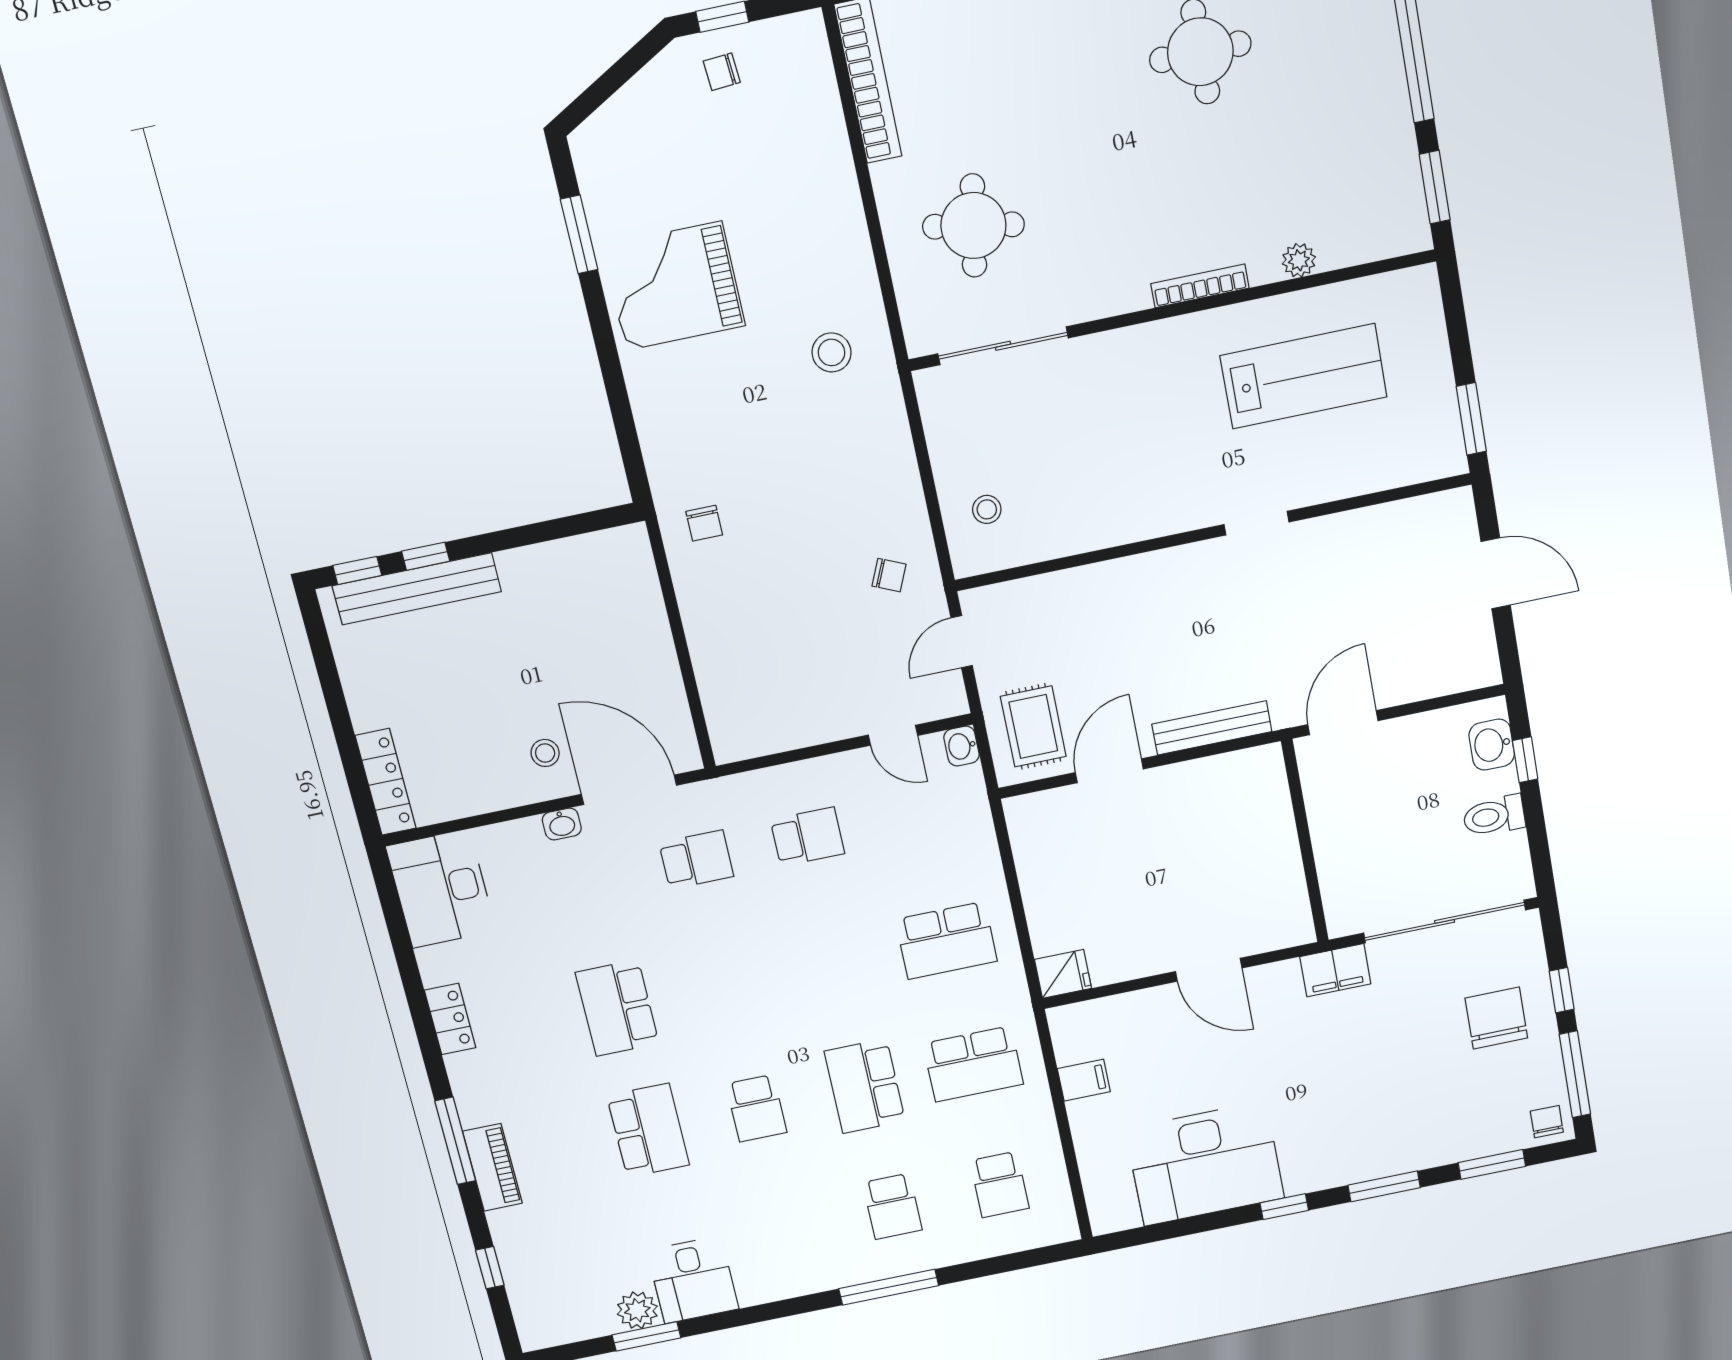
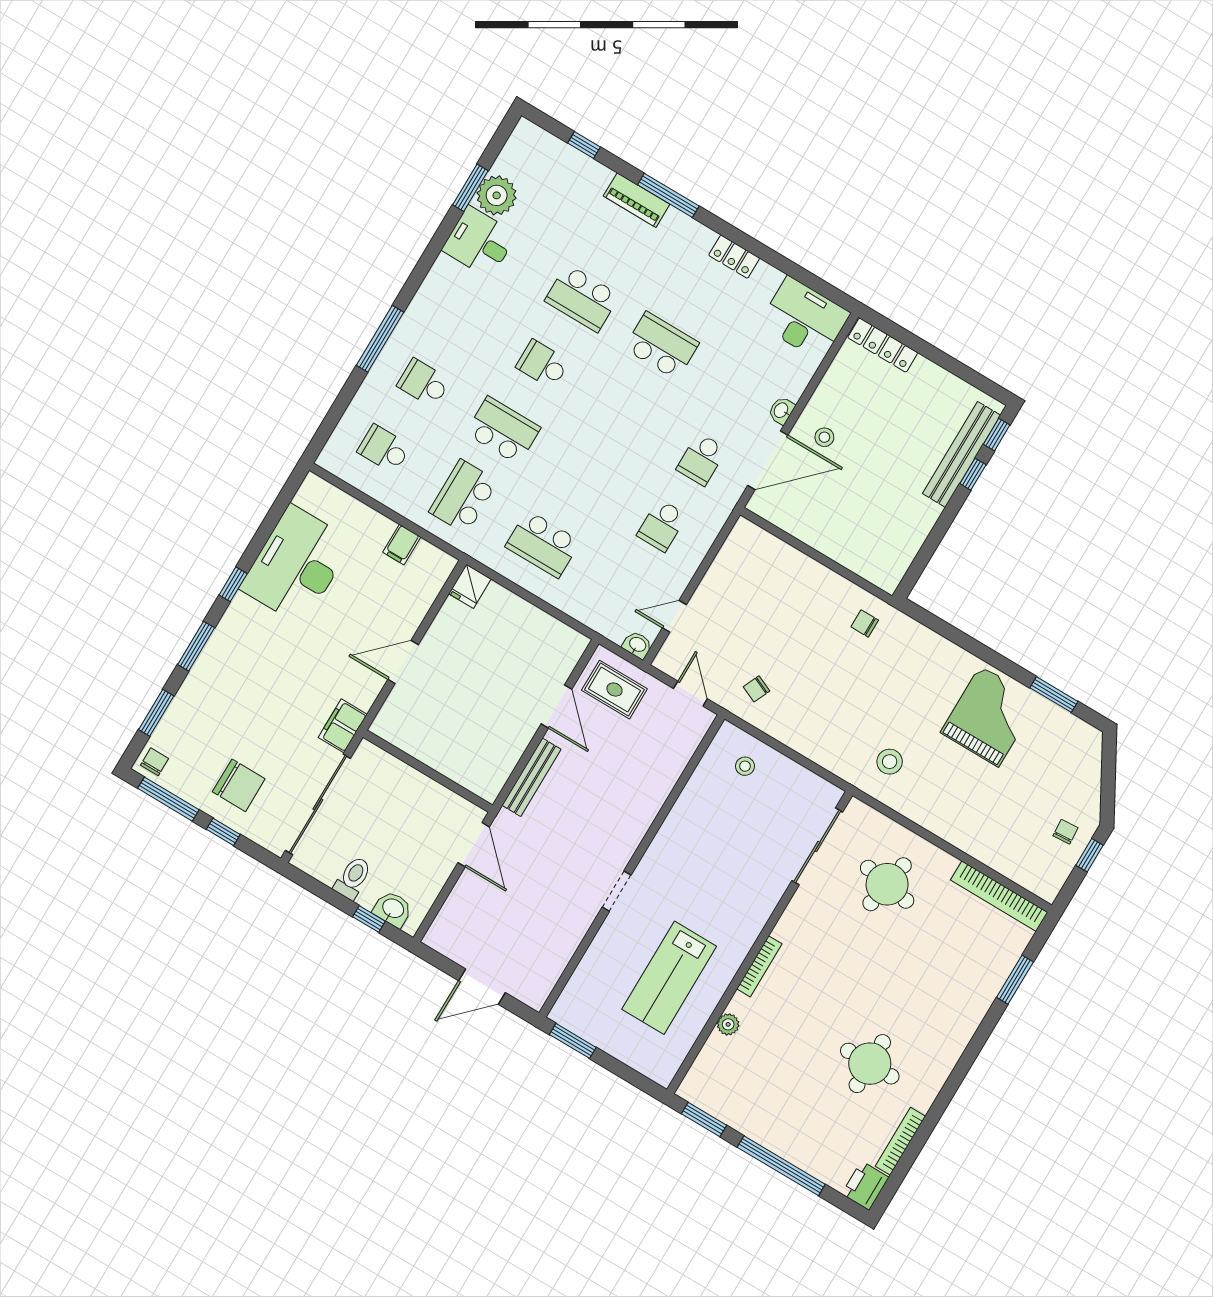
school desk: (946, 940) -> (543, 544), turned -90
chair: (1547, 1122) -> (155, 762), turned -90
plant: (637, 1310) -> (497, 195), width x1.36, depth x1.36

